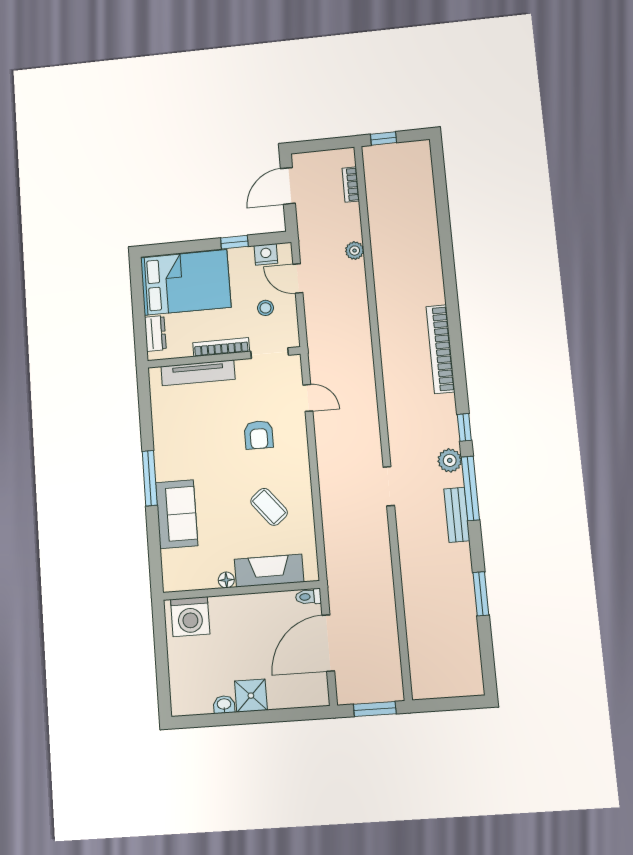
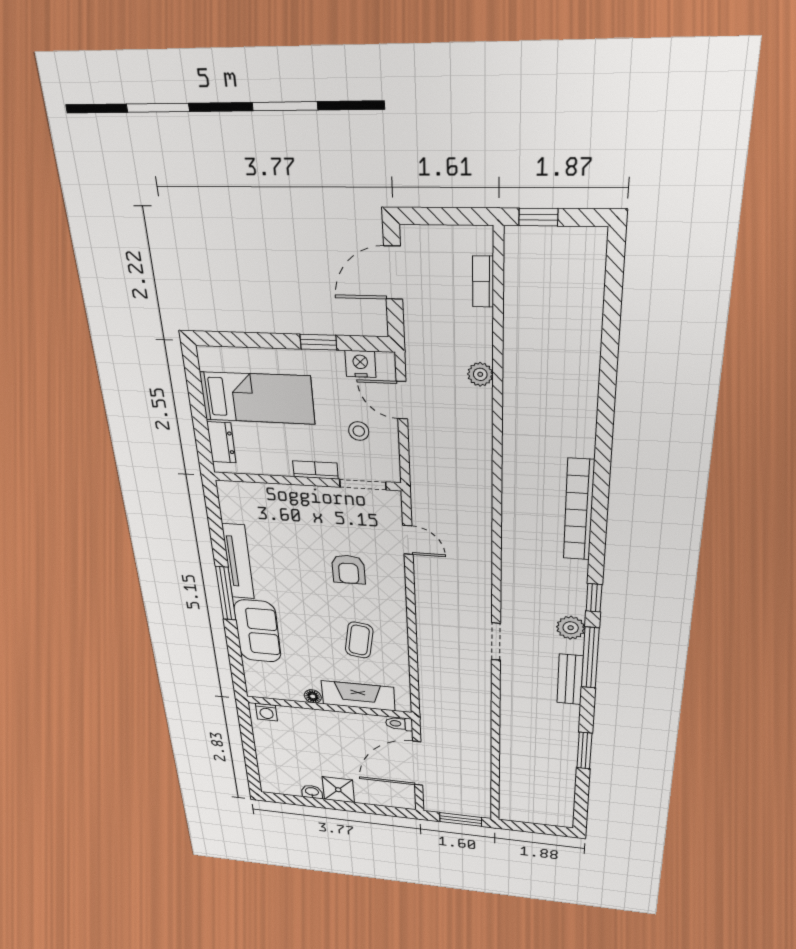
bed: (186, 282) -> (257, 398), width x0.67
bookcase: (221, 347) -> (315, 470), width x0.64
tv unit: (198, 373) -> (238, 562), moved, turned -90
coffee table: (269, 507) -> (359, 640), turned 48
washing machine: (190, 617) -> (266, 712), width x0.53, depth x0.53

